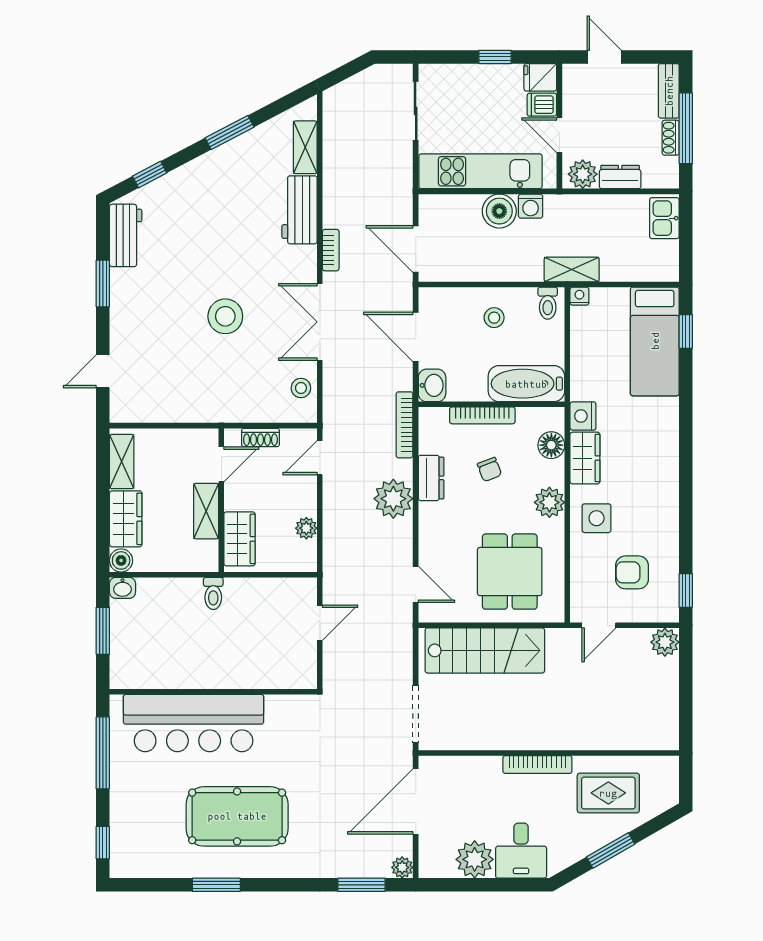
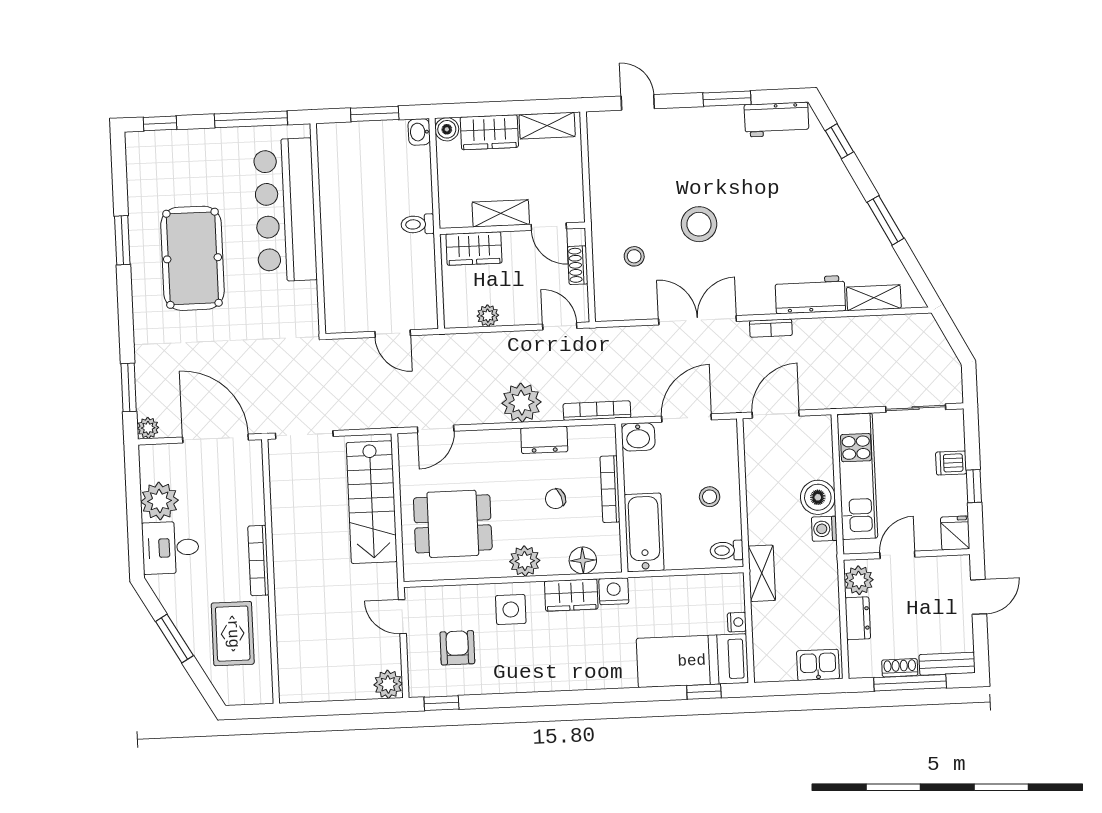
dishwasher: (542, 105) -> (951, 463), moved, turned -90
nightstand: (579, 296) -> (737, 622), moved
stool: (301, 388) -> (634, 256), moved

